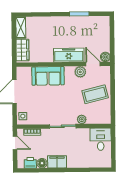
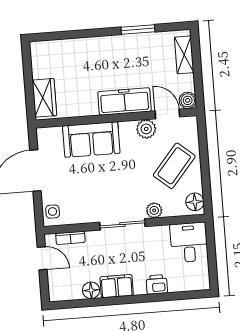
shelving: (21, 27) -> (184, 55), moved
coffee table: (95, 94) -> (174, 166), turned -36
floor lamp: (106, 116) -> (195, 202), added
printer: (30, 163) -> (157, 284), moved

